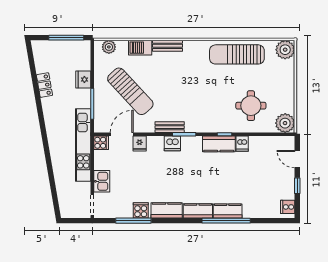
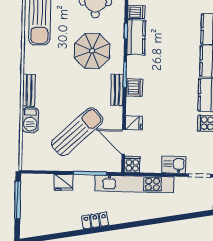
plant: (109, 47) -> (29, 154), removed
locker: (44, 85) -> (95, 220), moved
parasol: (205, 103) -> (92, 51), added

